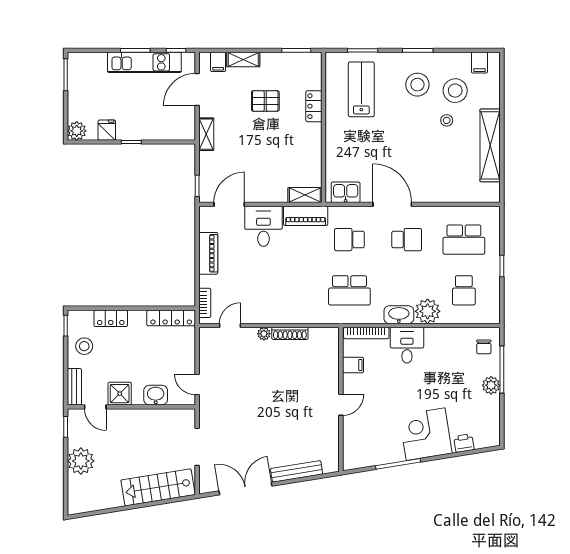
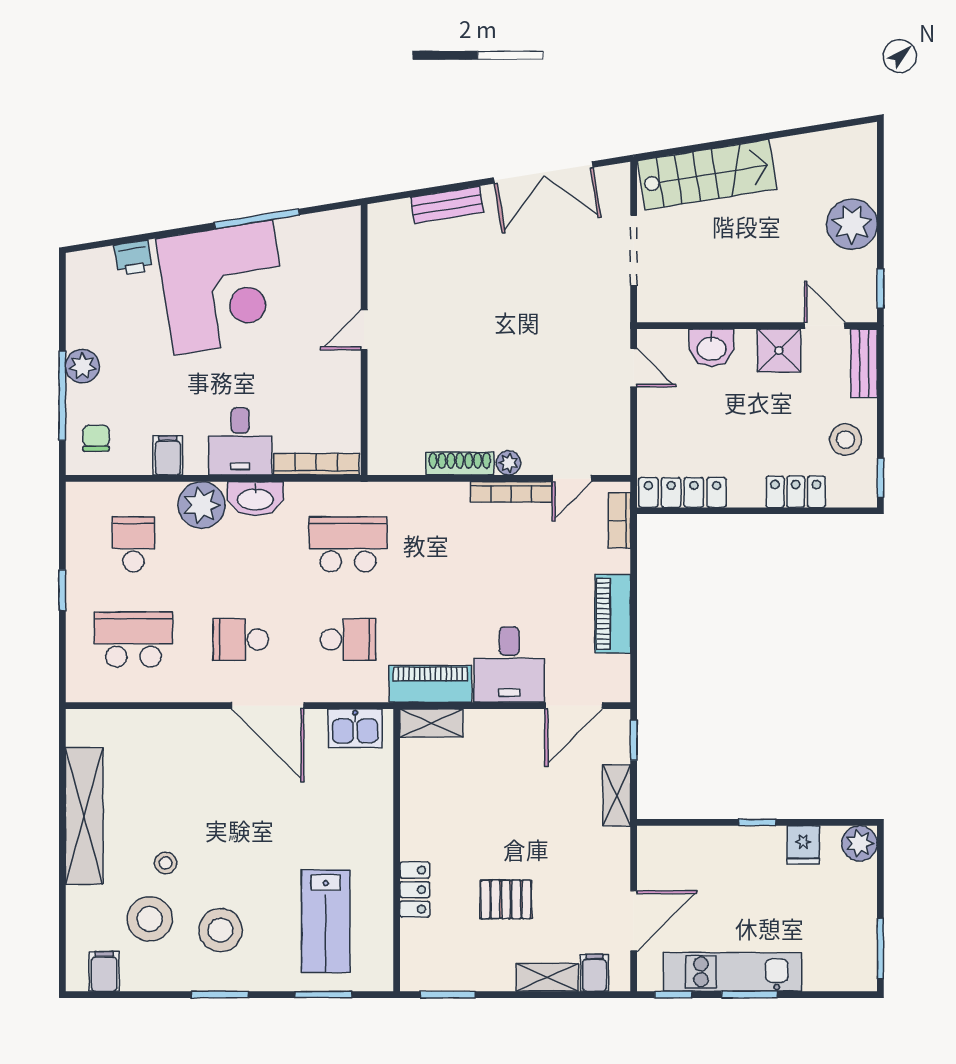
shelving: (206, 134) -> (617, 795), moved
bookcase: (262, 318) -> (511, 492), added
filing cabinet: (353, 365) -> (168, 455), moved, turned 90
corner desk: (426, 434) -> (223, 287), width x1.36, depth x1.36
bench: (297, 471) -> (447, 205), width x0.73

